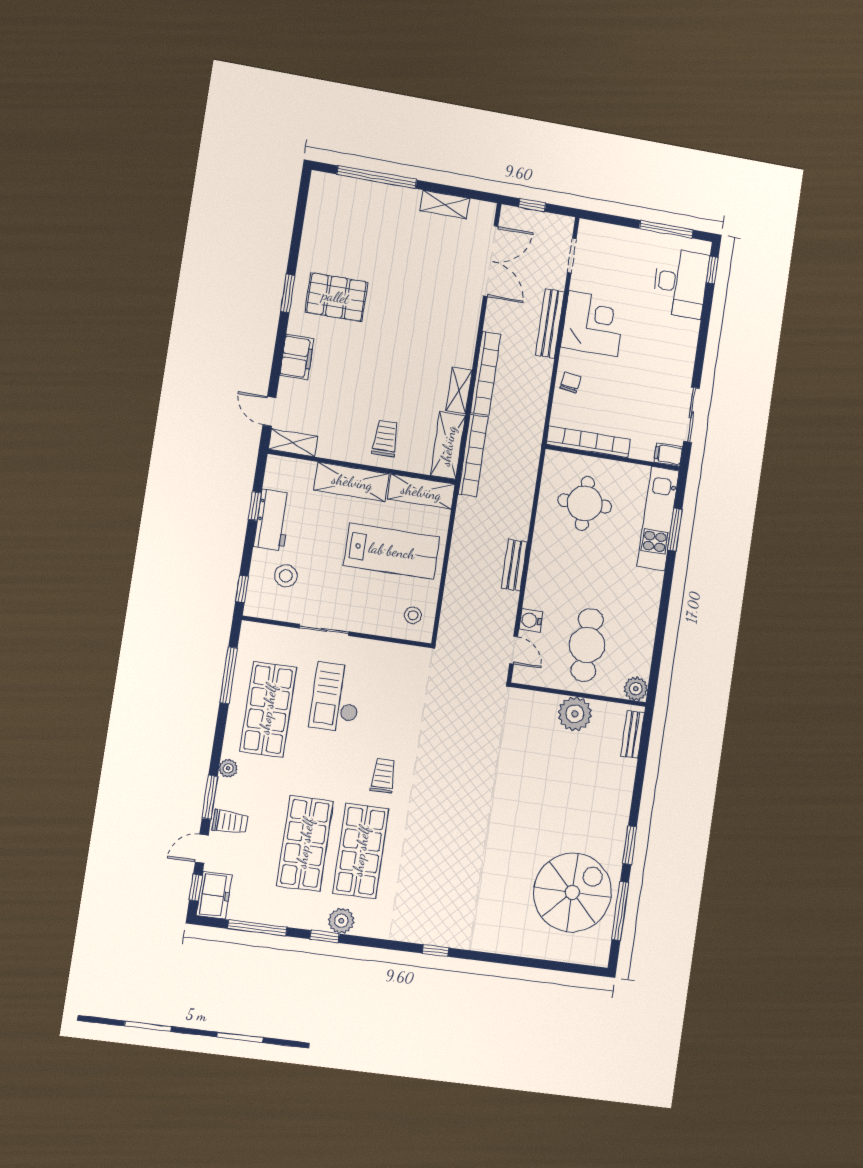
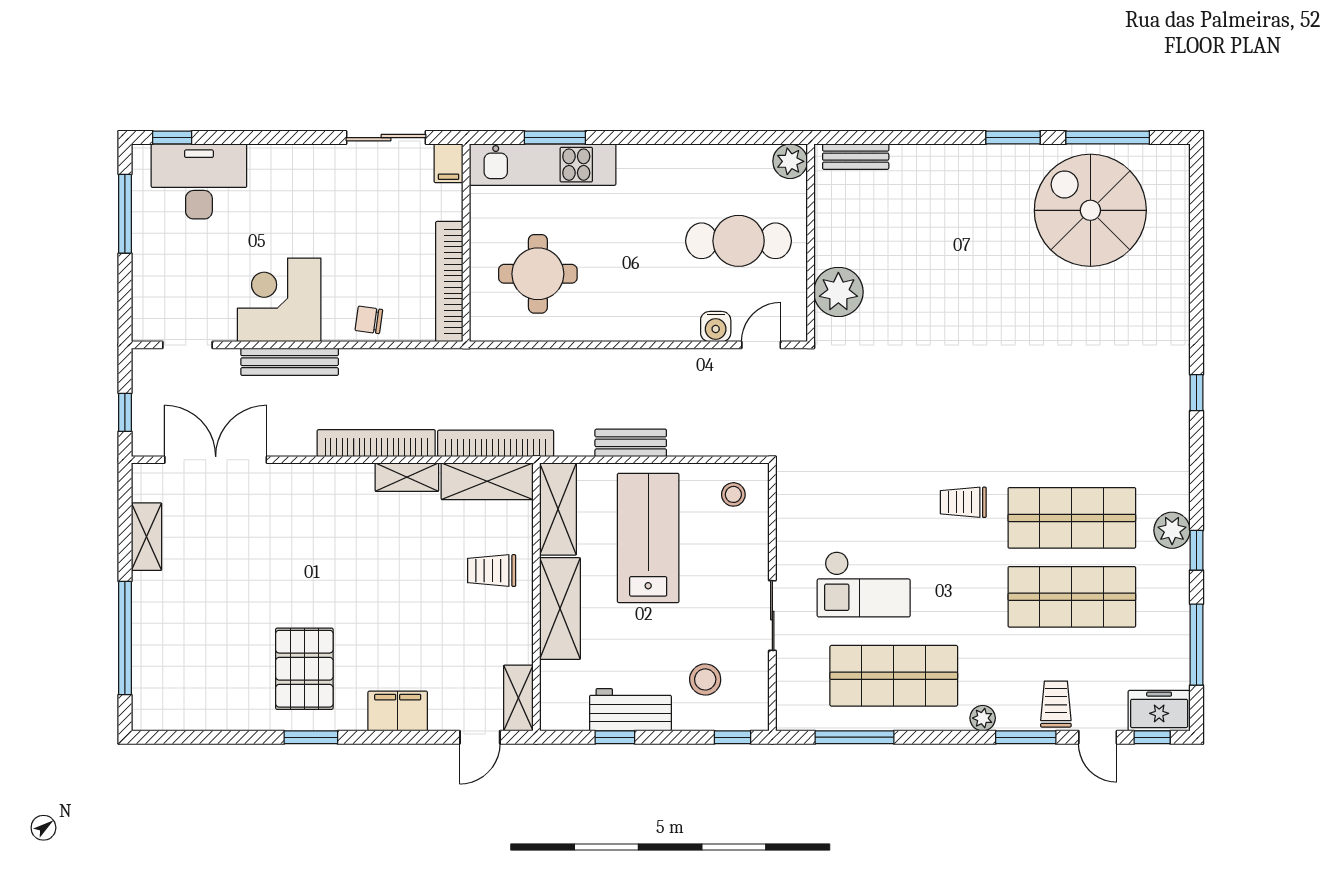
bench: (514, 565) -> (631, 443), moved
plant: (575, 714) -> (838, 292), moved

